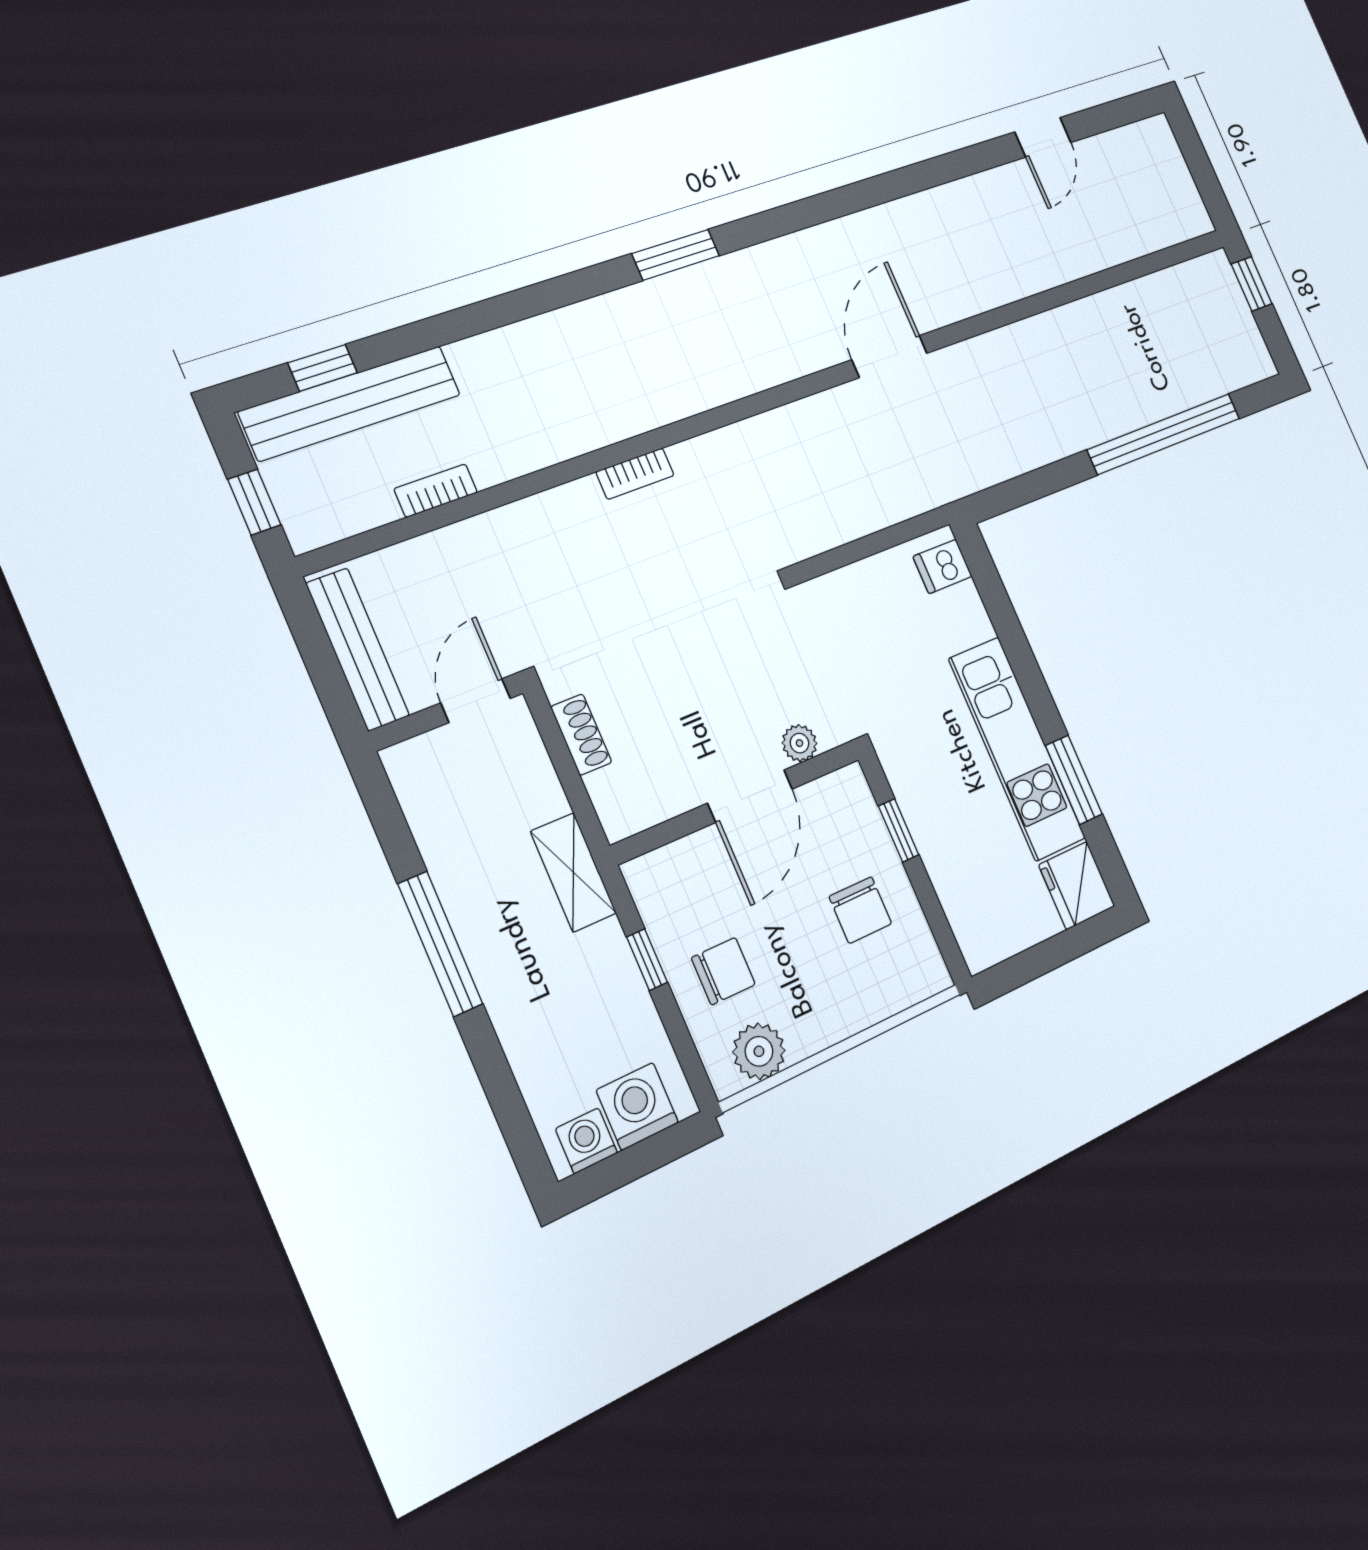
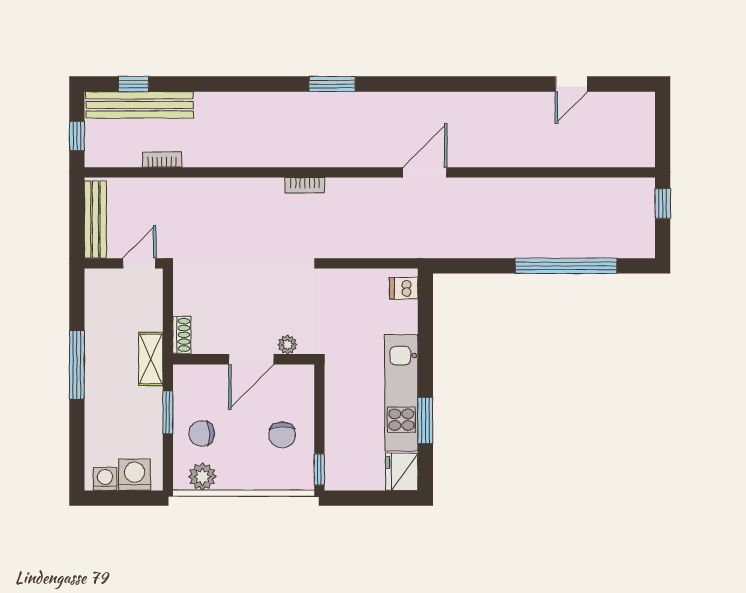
bookcase: (635, 474) -> (305, 185), moved
shoe rack: (581, 735) -> (182, 335), moved
window: (899, 830) -> (319, 470), moved
window: (647, 960) -> (168, 412), width x1.50
chair: (723, 971) -> (202, 433), turned 180

